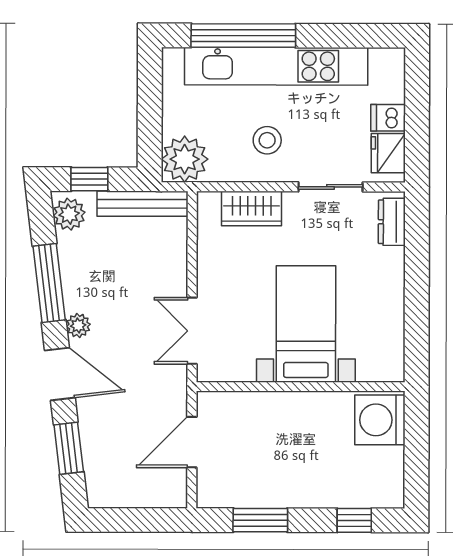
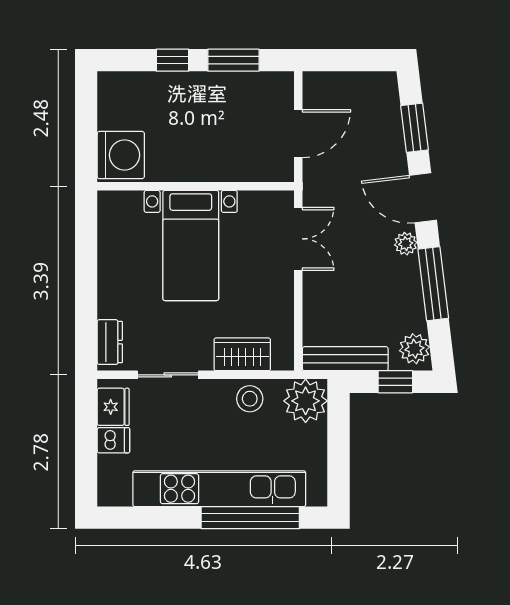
stool: (267, 140) -> (250, 399), moved
window: (354, 520) -> (172, 60), moved

